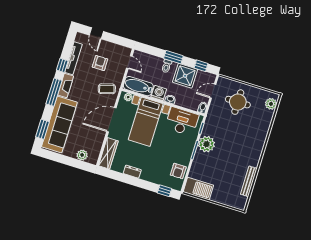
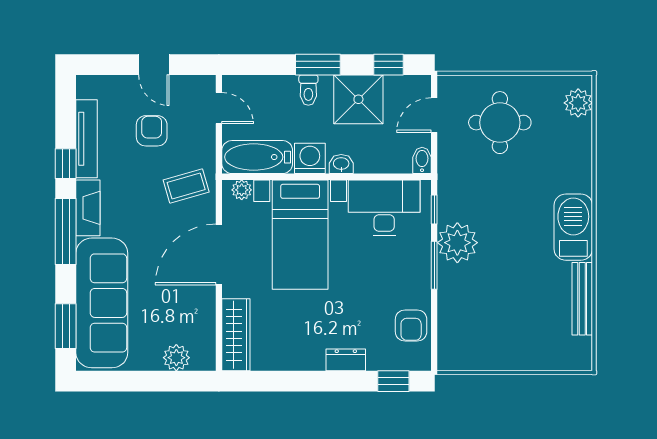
door: (96, 33) -> (154, 65), moved
dresser: (132, 172) -> (346, 360), moved
barbecue: (198, 189) -> (573, 227), moved, turned -90

